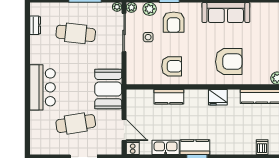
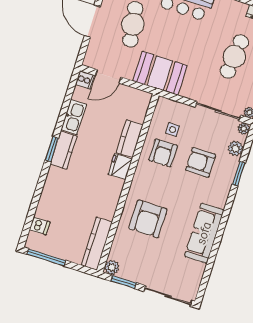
armchair: (174, 22) -> (201, 162), moved
side table: (148, 37) -> (172, 130), moved
fridge: (218, 97) -> (120, 167), moved

